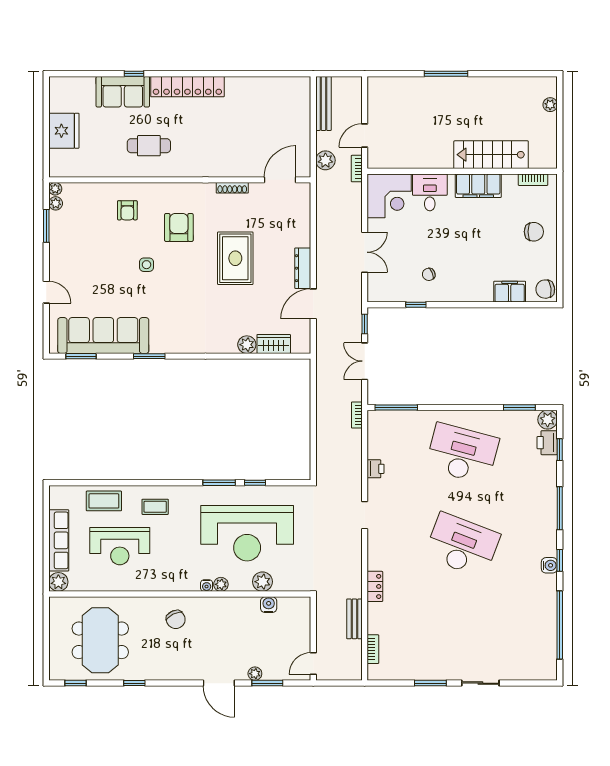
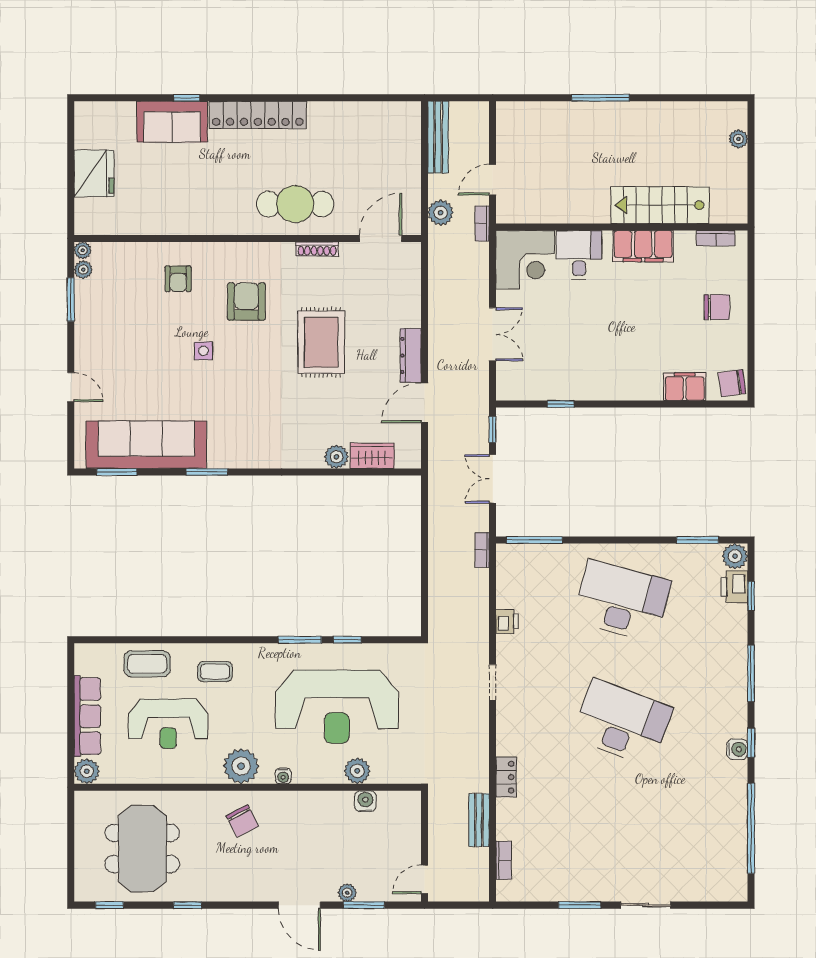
cafe table: (149, 146) -> (295, 204), moved, width x1.37, depth x1.35
chair: (429, 274) -> (577, 364), removed
plant: (221, 584) -> (241, 766), moved, width x1.88, depth x1.88

